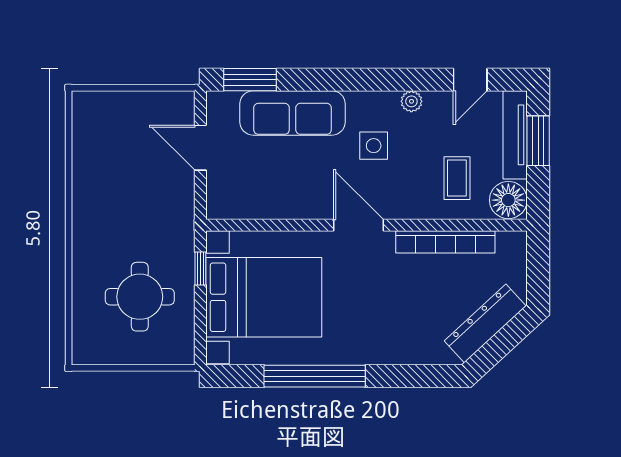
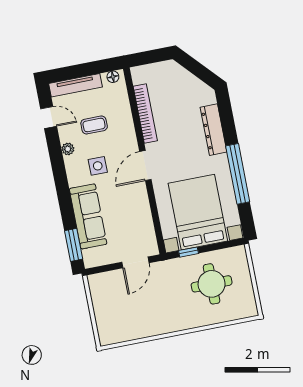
window: (538, 141) -> (76, 71), removed
door: (200, 148) -> (135, 262), moved
coffee table: (457, 178) -> (94, 125), moved
floor lamp: (508, 200) -> (113, 77), width x0.53, depth x0.53
dresser: (485, 323) -> (213, 130), moved, turned 43

